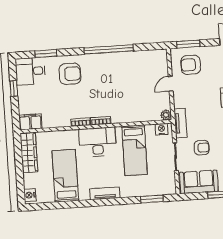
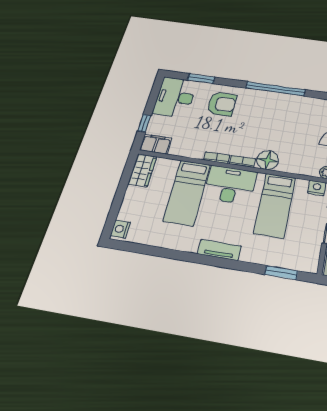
desk: (30, 71) -> (175, 97), width x1.37
window: (14, 88) -> (144, 123), moved
floor lamp: (120, 115) -> (268, 160), added
wardrobe: (29, 153) -> (142, 171), width x0.67
bed: (65, 176) -> (187, 192), moved, turned 180

